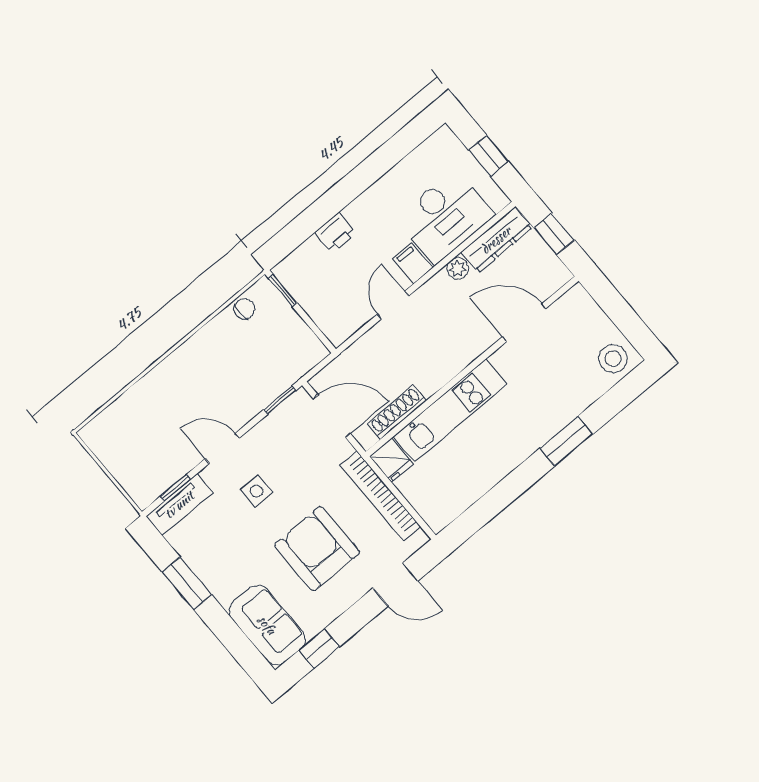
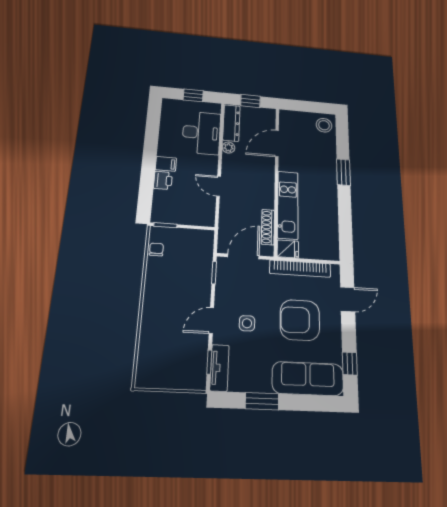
filing cabinet: (413, 263) -> (166, 164), moved, turned 180
sofa: (267, 625) -> (308, 379), width x1.36

